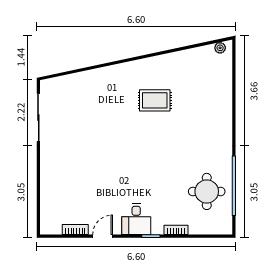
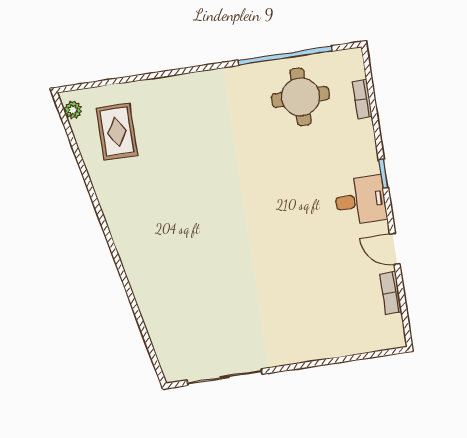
rug: (155, 100) -> (117, 132), moved
bookcase: (176, 230) -> (362, 99), moved

